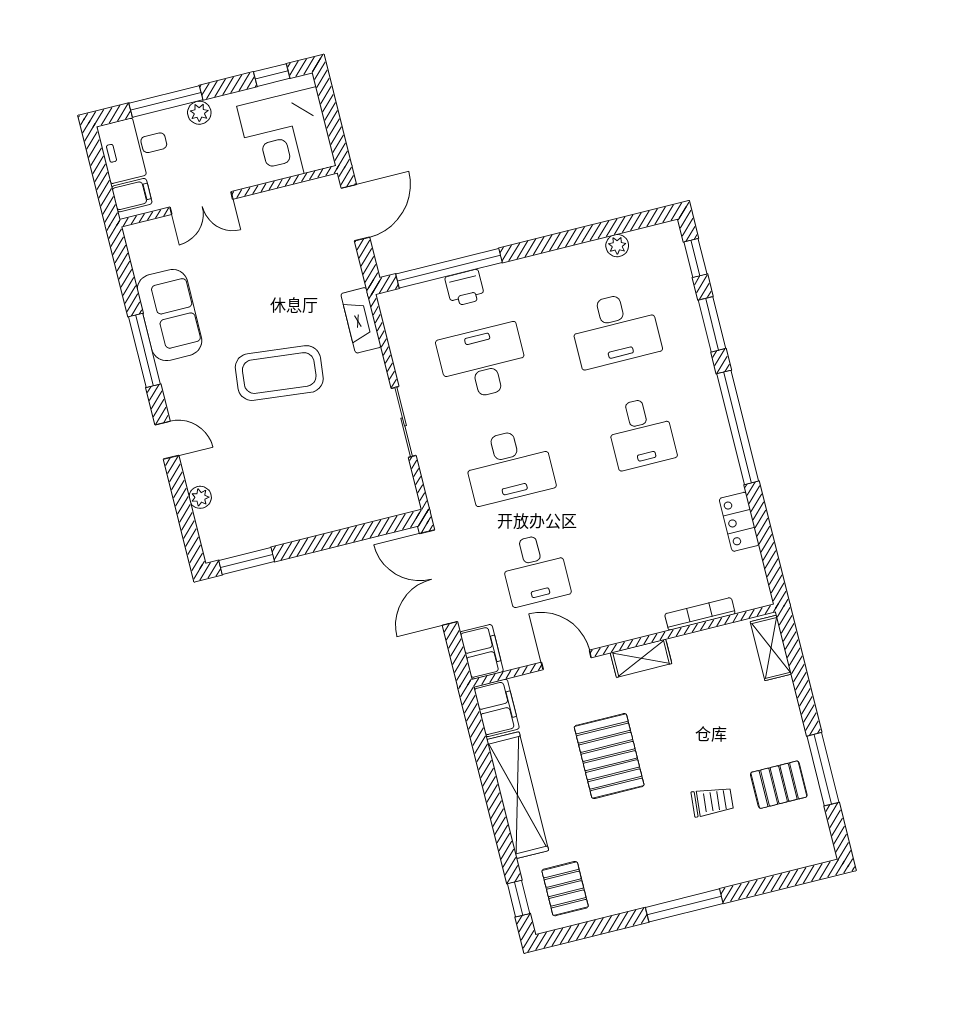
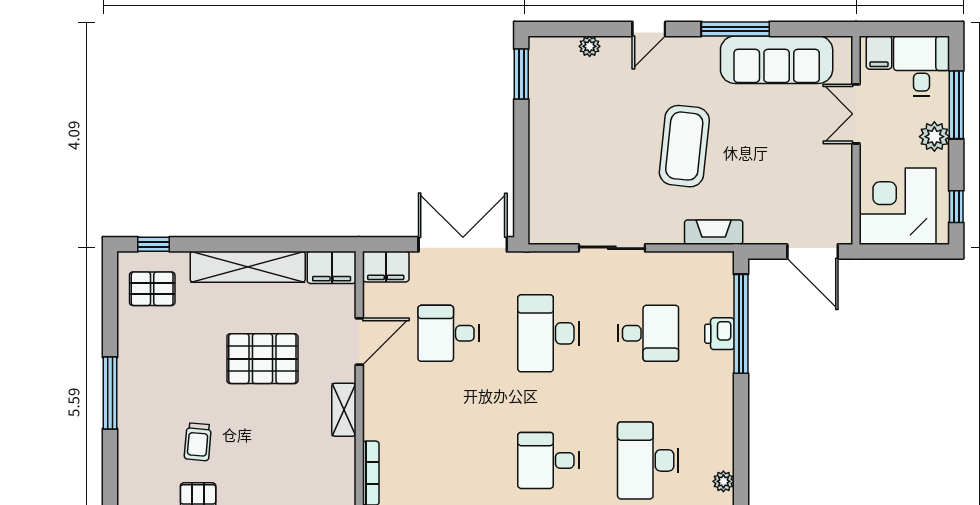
plant: (199, 113) -> (934, 137), width x1.38, depth x1.38
sofa: (169, 315) -> (777, 60), width x1.36
desk: (483, 362) -> (648, 333), width x0.73

